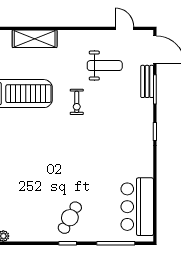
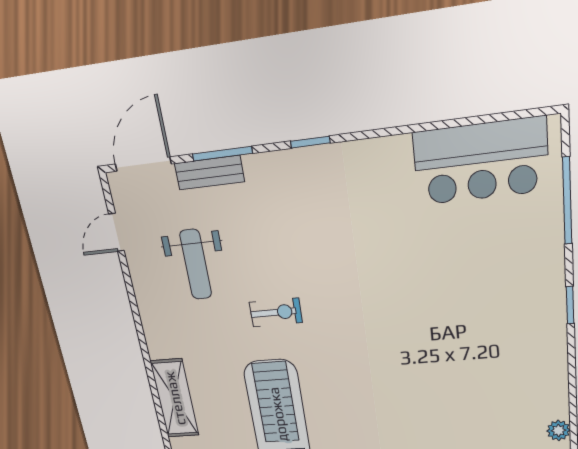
weight bench: (105, 66) -> (196, 264), turned 180
cafe table: (70, 218) -> (514, 305), removed

